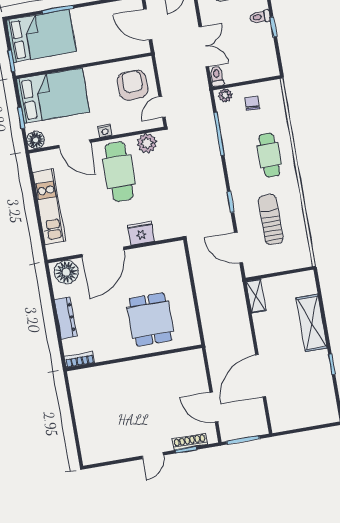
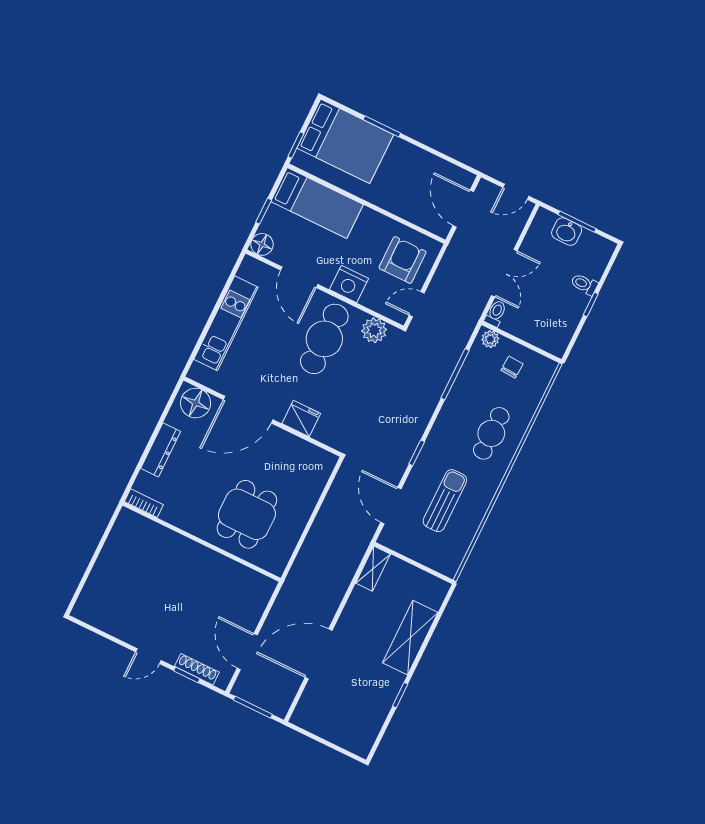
bed: (53, 96) -> (317, 203), width x0.67
nightstand: (105, 131) -> (349, 284), width x1.89, depth x1.79

